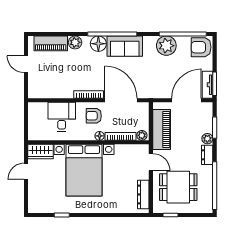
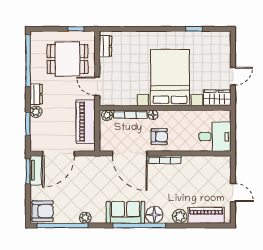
plant: (166, 46) -> (85, 218), width x0.53, depth x0.53
desk: (62, 117) -> (215, 137), moved, turned -90
dresser: (143, 194) -> (105, 46), width x0.70

